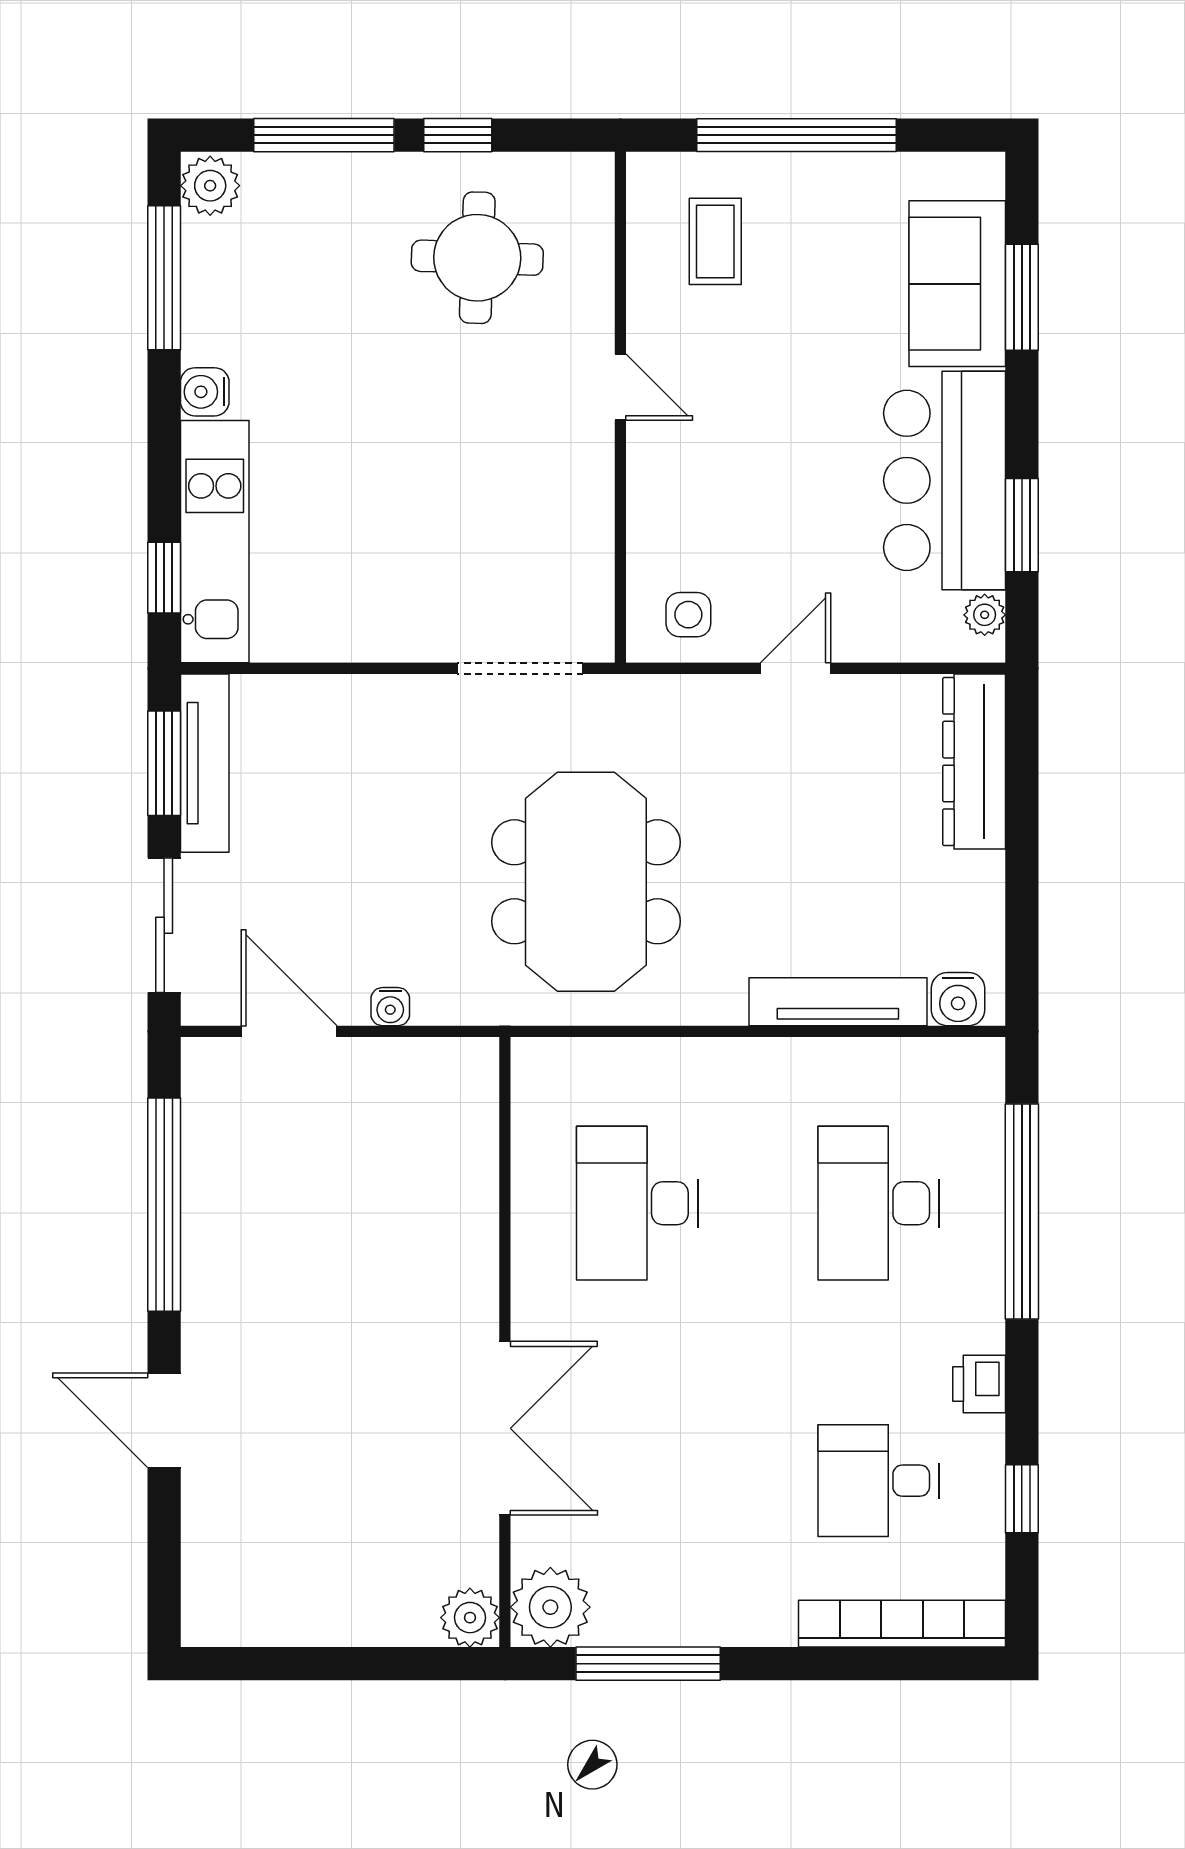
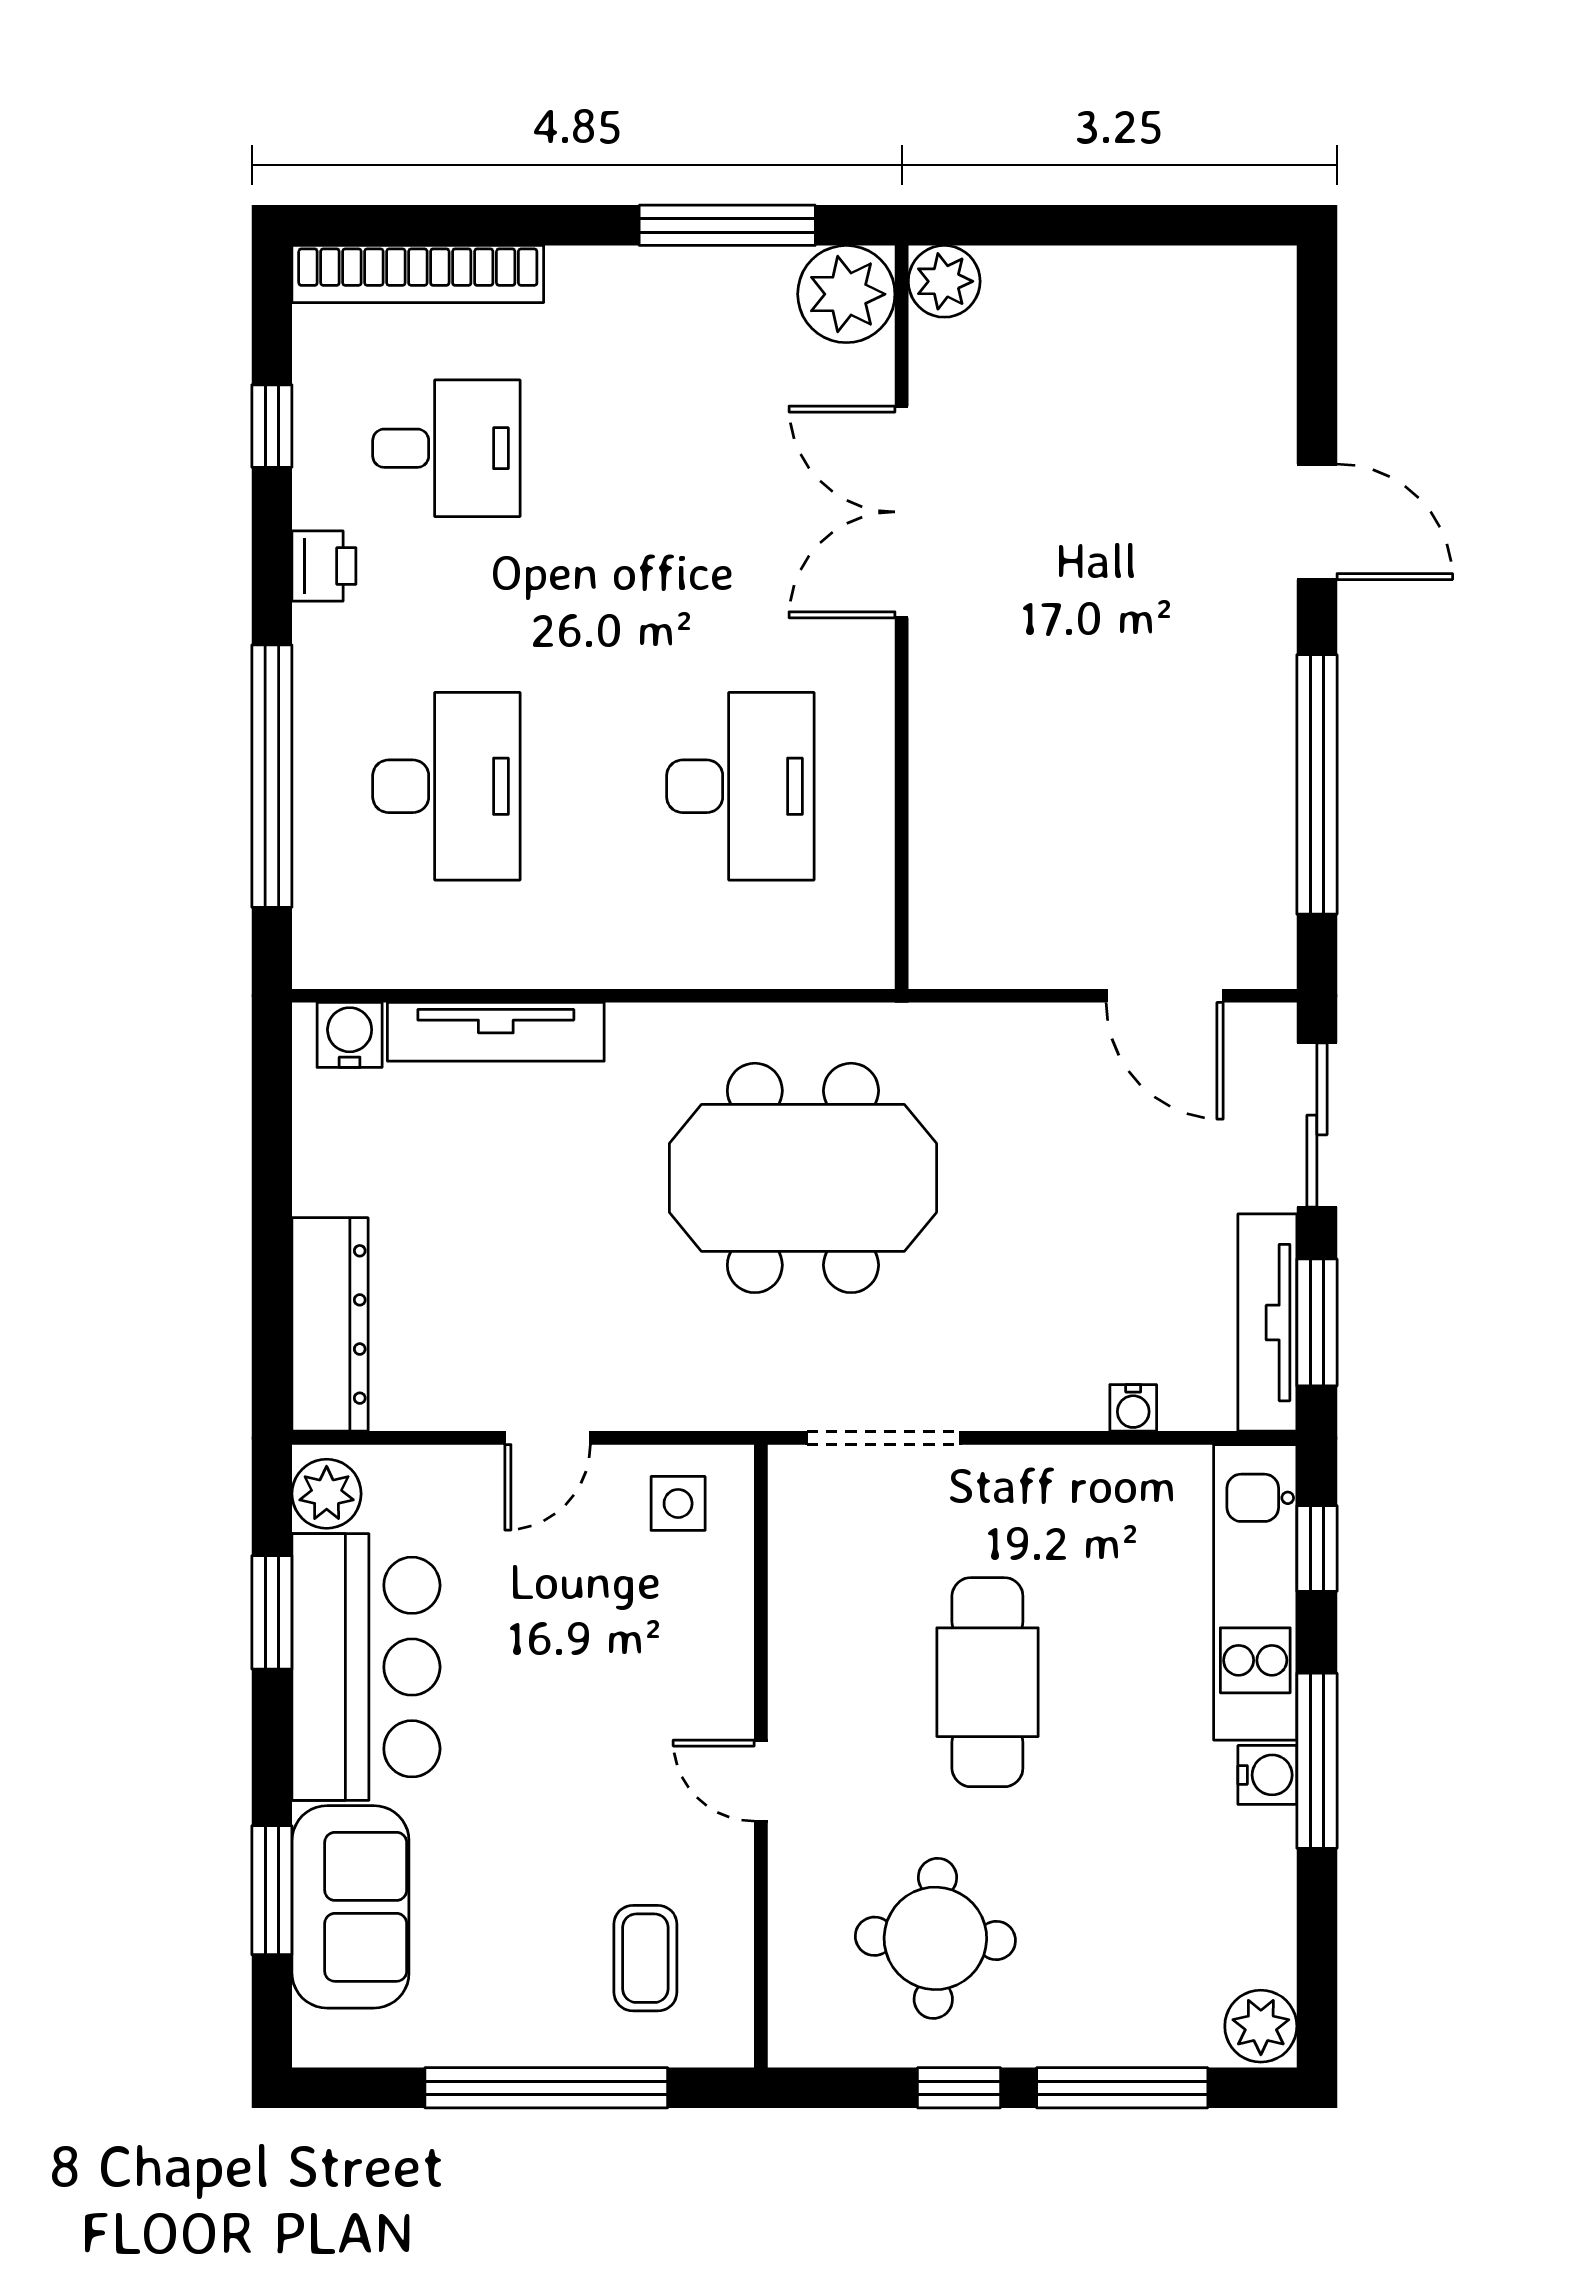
window: (164, 278) -> (1317, 1761), moved
cafe table: (434, 468) -> (987, 1682), added
plant: (985, 615) -> (327, 1494), width x1.38, depth x1.38
meeting table: (586, 882) -> (803, 1178), turned 90
water cooler: (390, 1007) -> (1133, 1408), moved, turned 180

